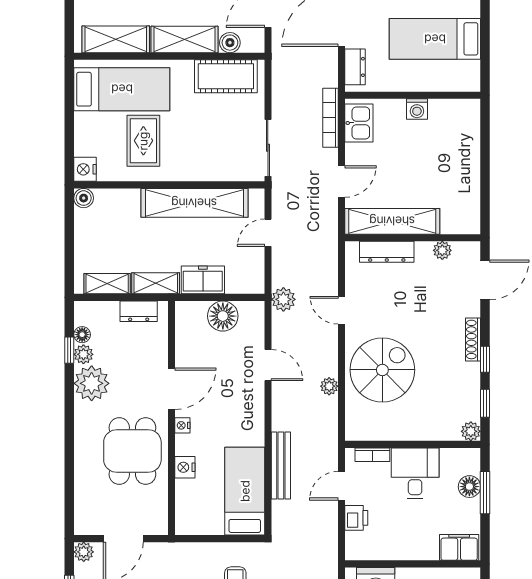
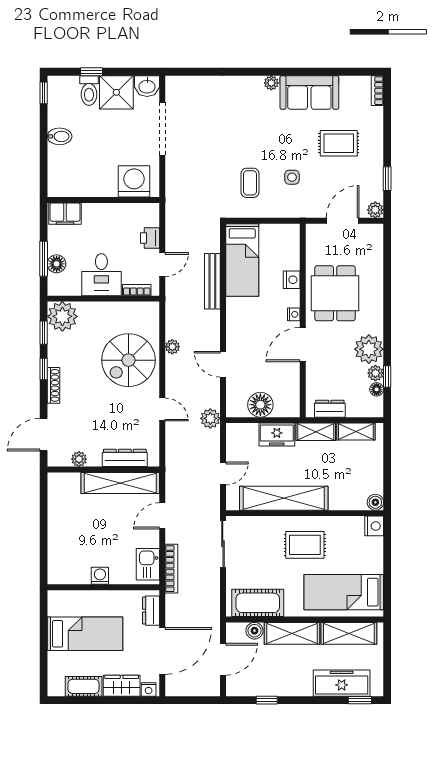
rug: (143, 141) -> (305, 545), moved, turned 90
plant: (471, 431) -> (62, 316), width x1.87, depth x1.87

